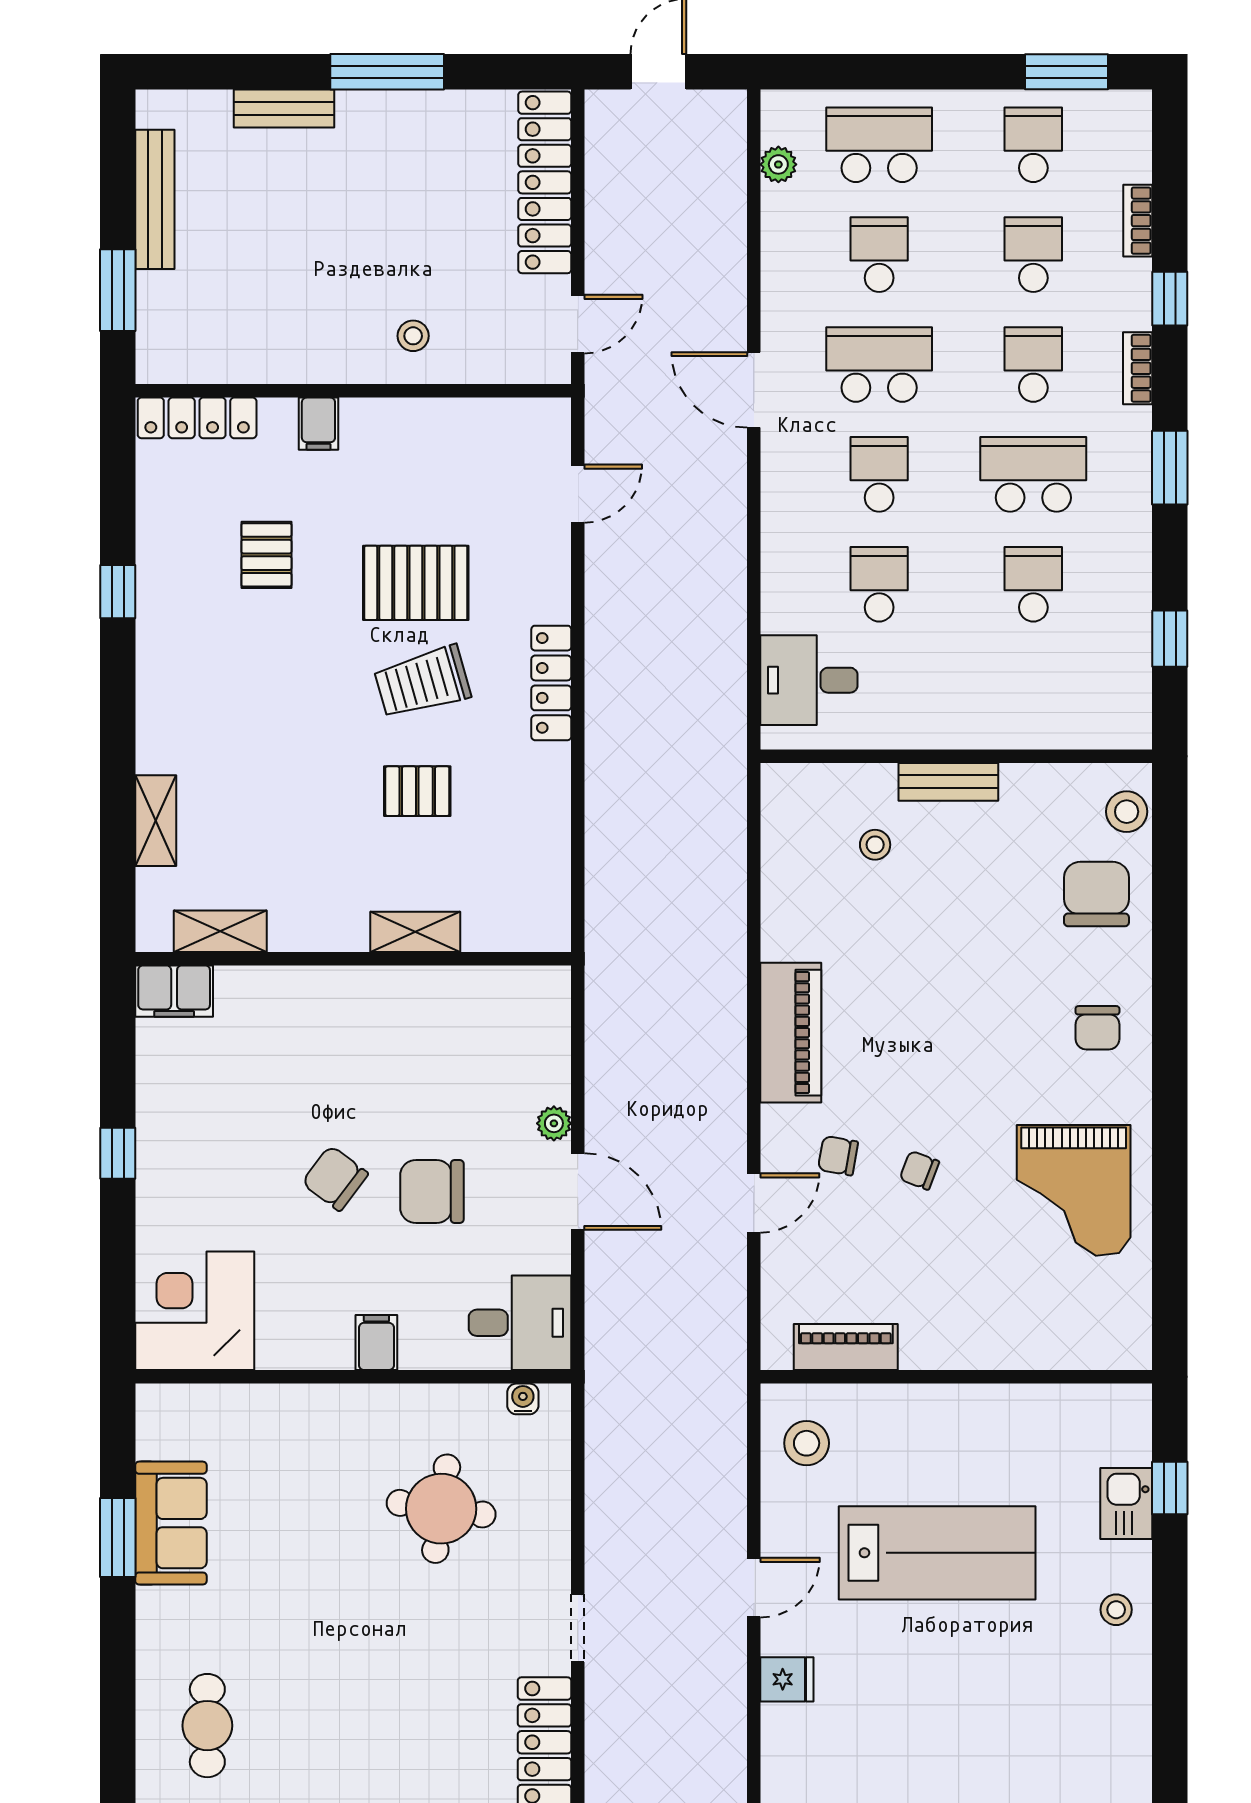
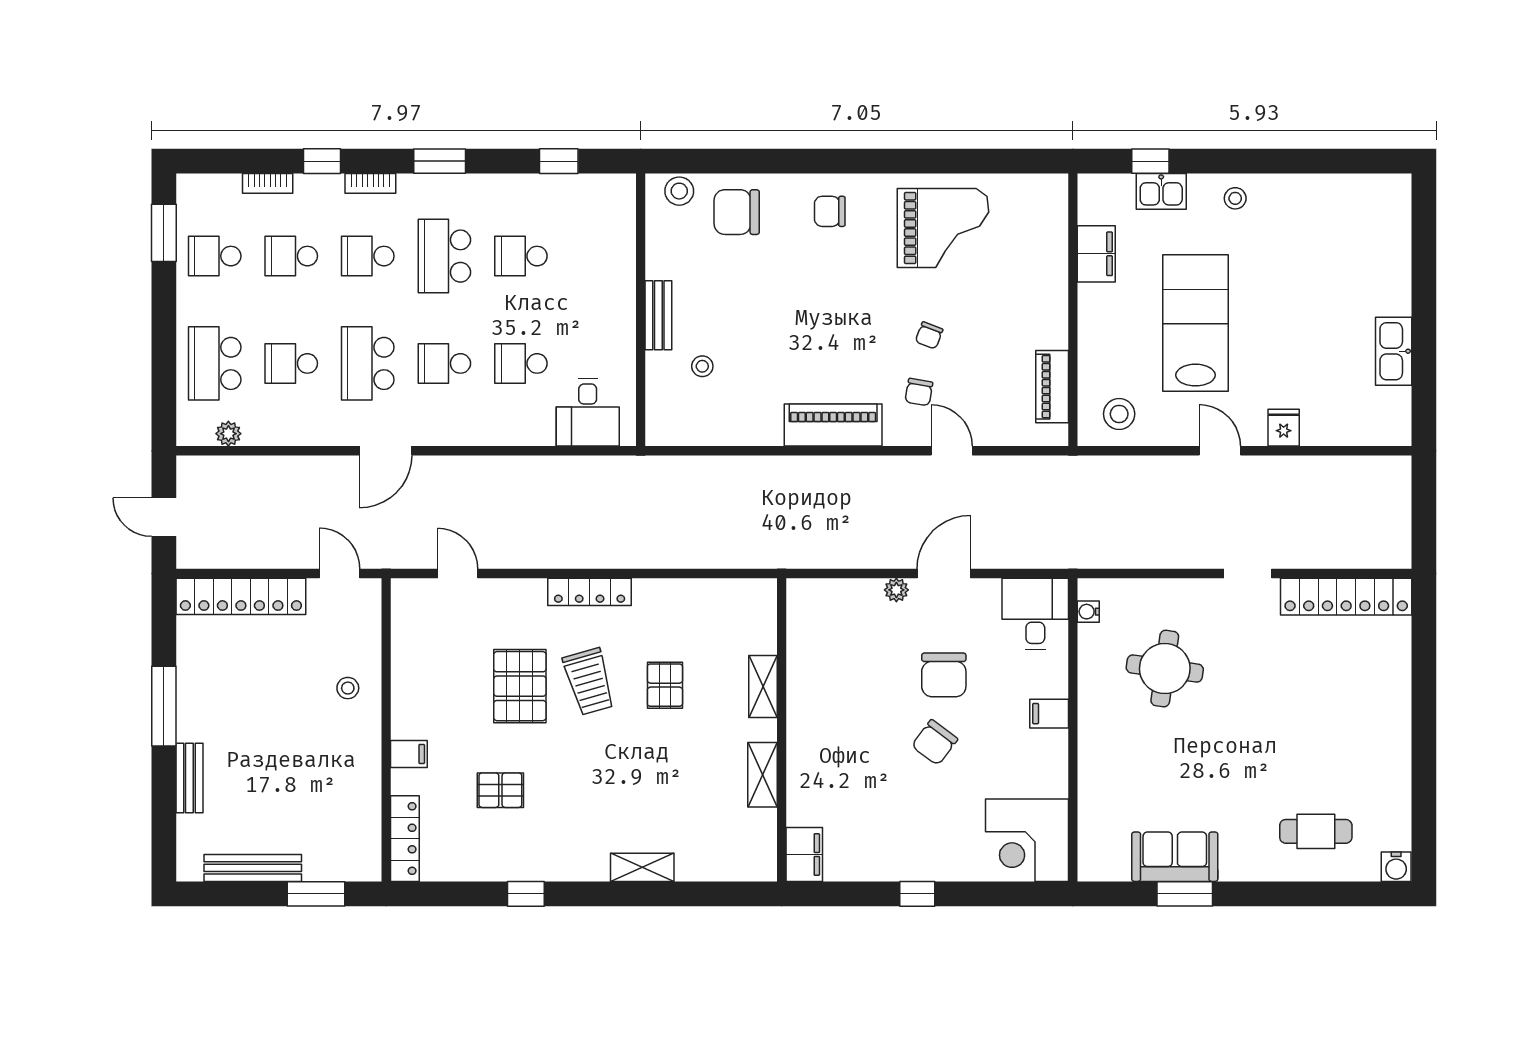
shelving: (156, 821) -> (642, 867), moved
shelving: (220, 931) -> (762, 775), moved
chair: (1097, 1028) -> (830, 211), turned 180
filing cabinet: (1037, 1410) -> (1096, 254), added

